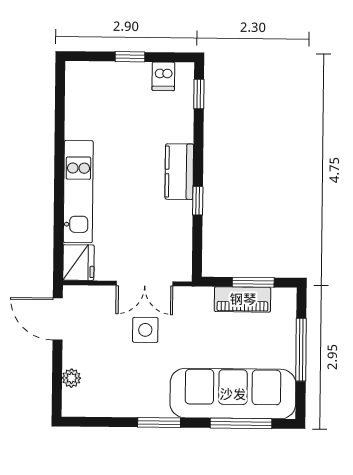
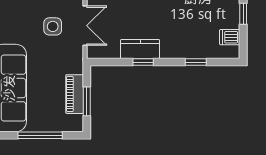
window: (199, 94) -> (196, 62), moved
kitchen counter: (179, 172) -> (140, 49), moved
double door: (145, 283) -> (85, 26), swing flipped

